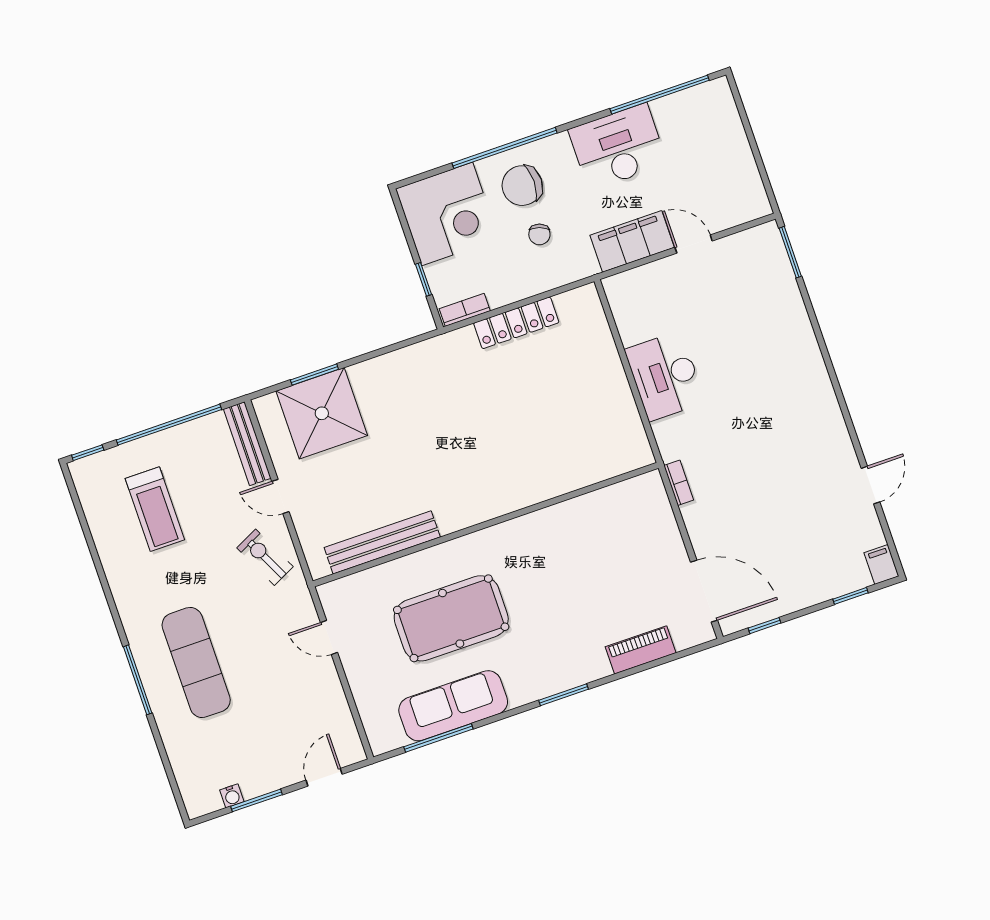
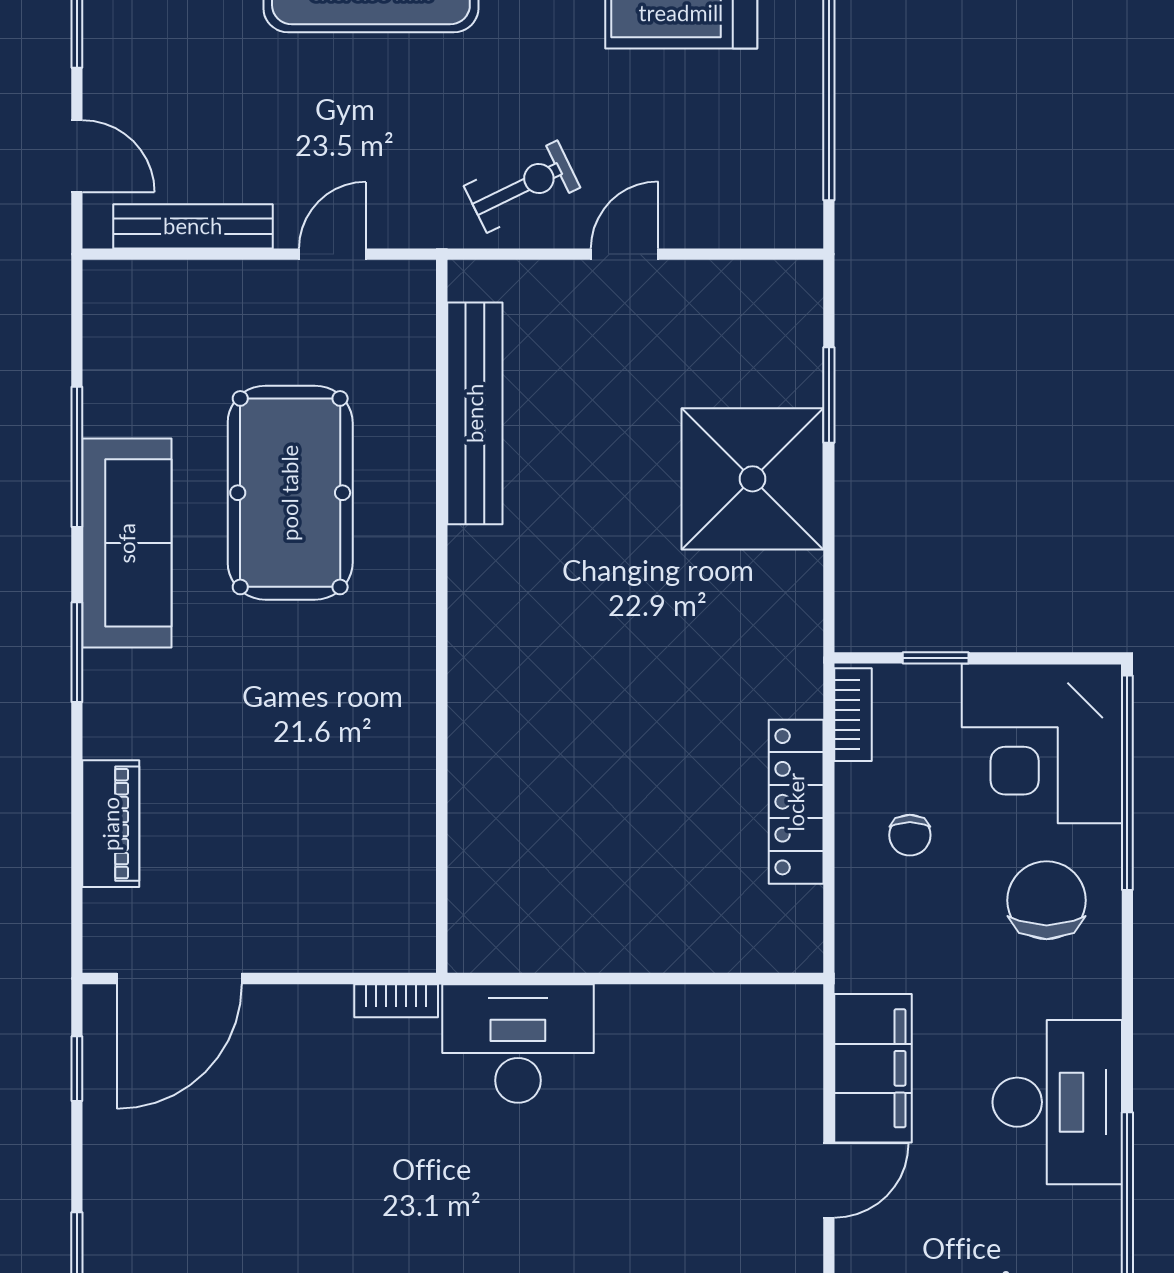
window: (505, 148) -> (1127, 783), moved
chair: (539, 234) -> (910, 835), moved, turned -109
desk: (665, 376) -> (518, 1044), moved
shower: (322, 413) -> (753, 479), moved
bench: (247, 444) -> (193, 226), moved
sofa: (453, 706) -> (127, 543), moved
window: (438, 738) -> (77, 457), moved

